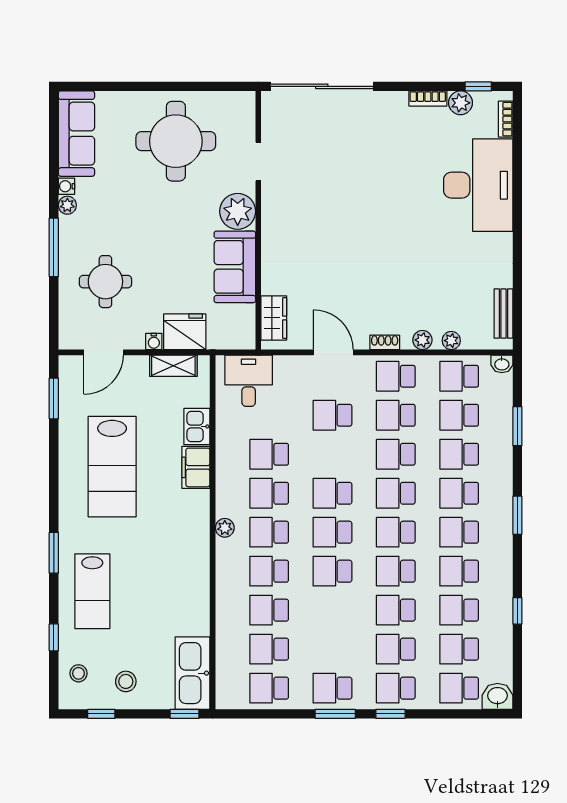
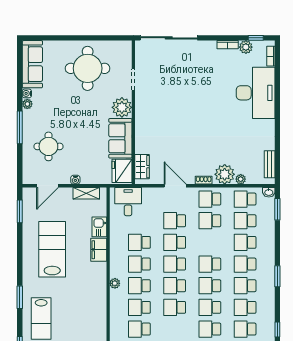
fridge: (185, 332) -> (122, 171), moved, turned -90
plant: (422, 340) -> (225, 174), width x1.88, depth x1.88
window: (517, 426) -> (277, 209), moved
school desk: (396, 454) -> (175, 242), moved
lab bench: (112, 467) -> (52, 249), turned 180

